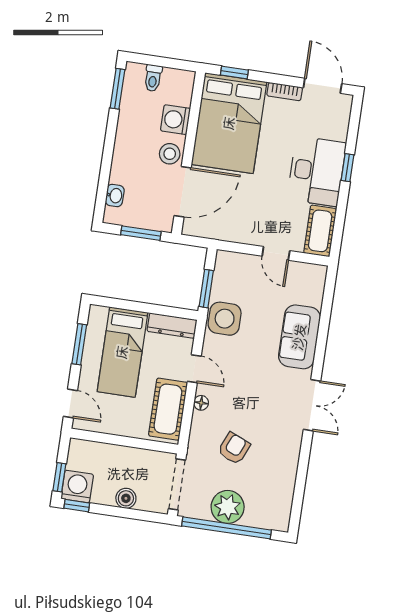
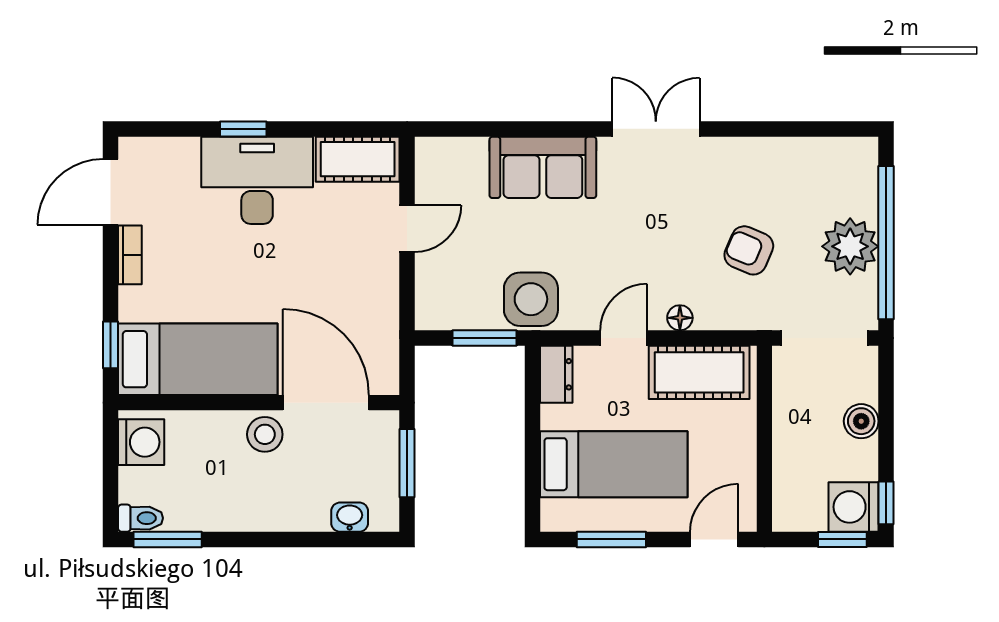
toilet: (153, 78) -> (140, 518), moved
washing machine: (175, 120) -> (141, 442), moved, turned -90
bed: (229, 123) -> (198, 359), width x0.67
dresser: (172, 326) -> (556, 374), width x0.70

